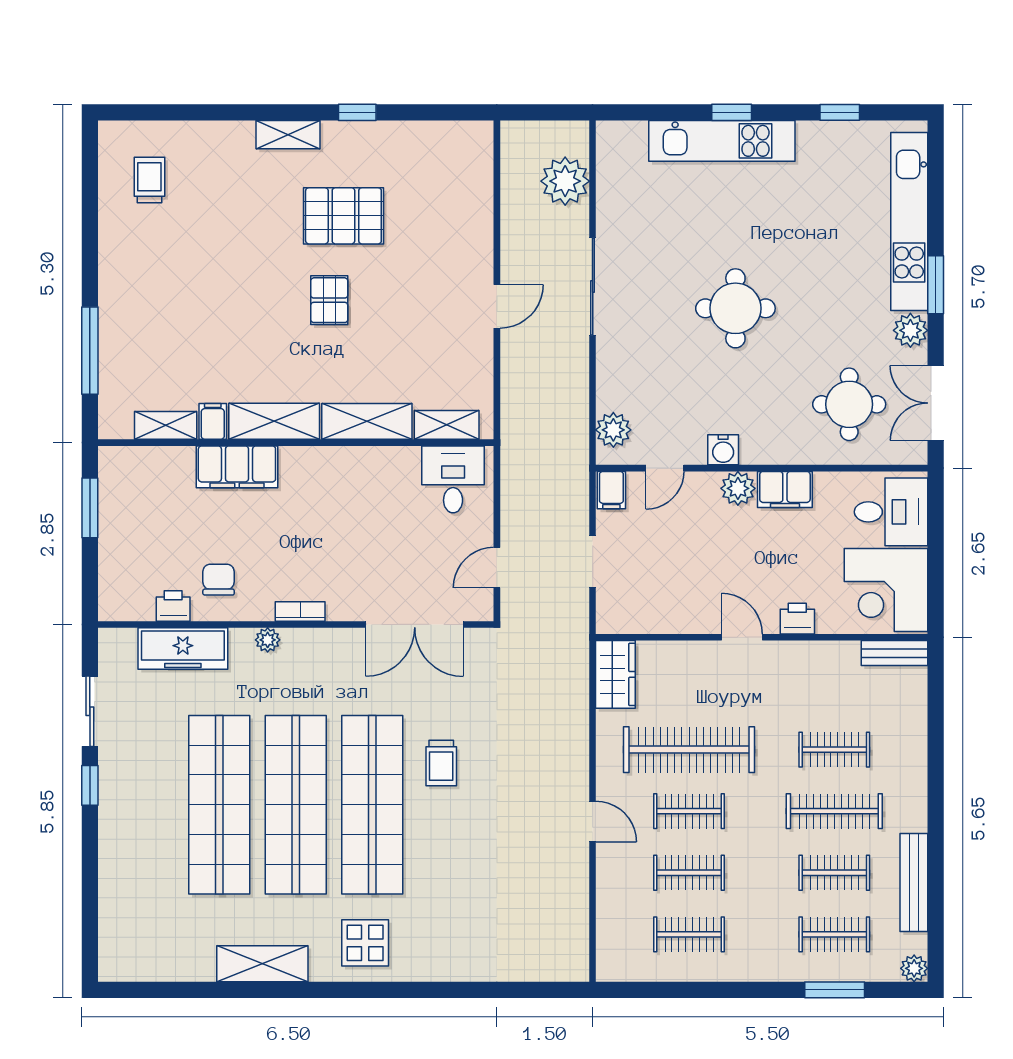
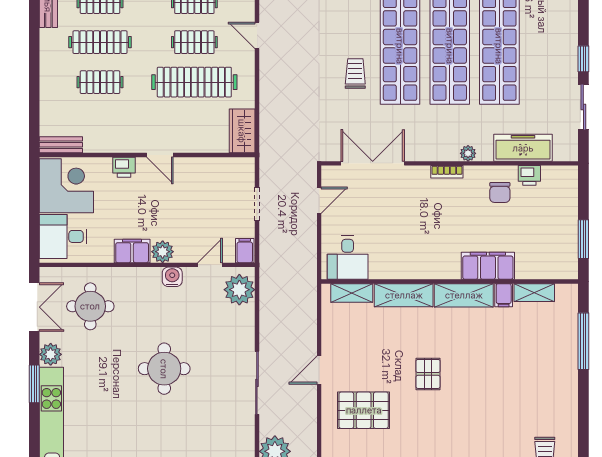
pallet: (343, 216) -> (364, 410), moved
plant: (613, 430) -> (239, 290), width x1.36, depth x1.36

